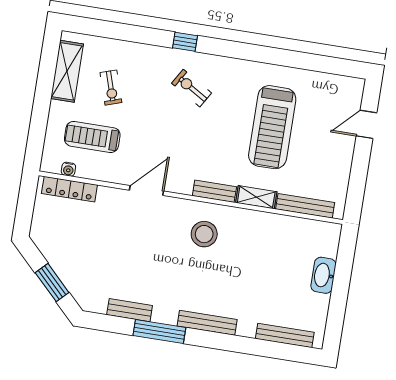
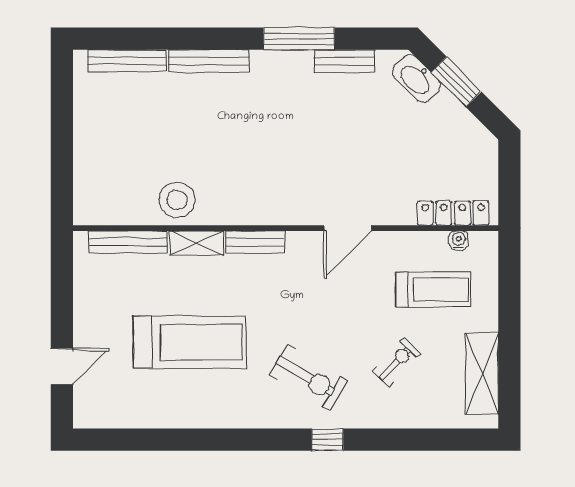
exercise bike: (111, 88) -> (396, 362), moved, turned 61
exercise bike: (191, 88) -> (309, 378), width x1.38, depth x1.39
treadmill: (272, 127) -> (190, 342), turned 90
stool: (204, 234) -> (177, 200), moved
washbasin: (323, 275) -> (416, 79), moved, turned 135
bench: (207, 323) -> (209, 61), moved

